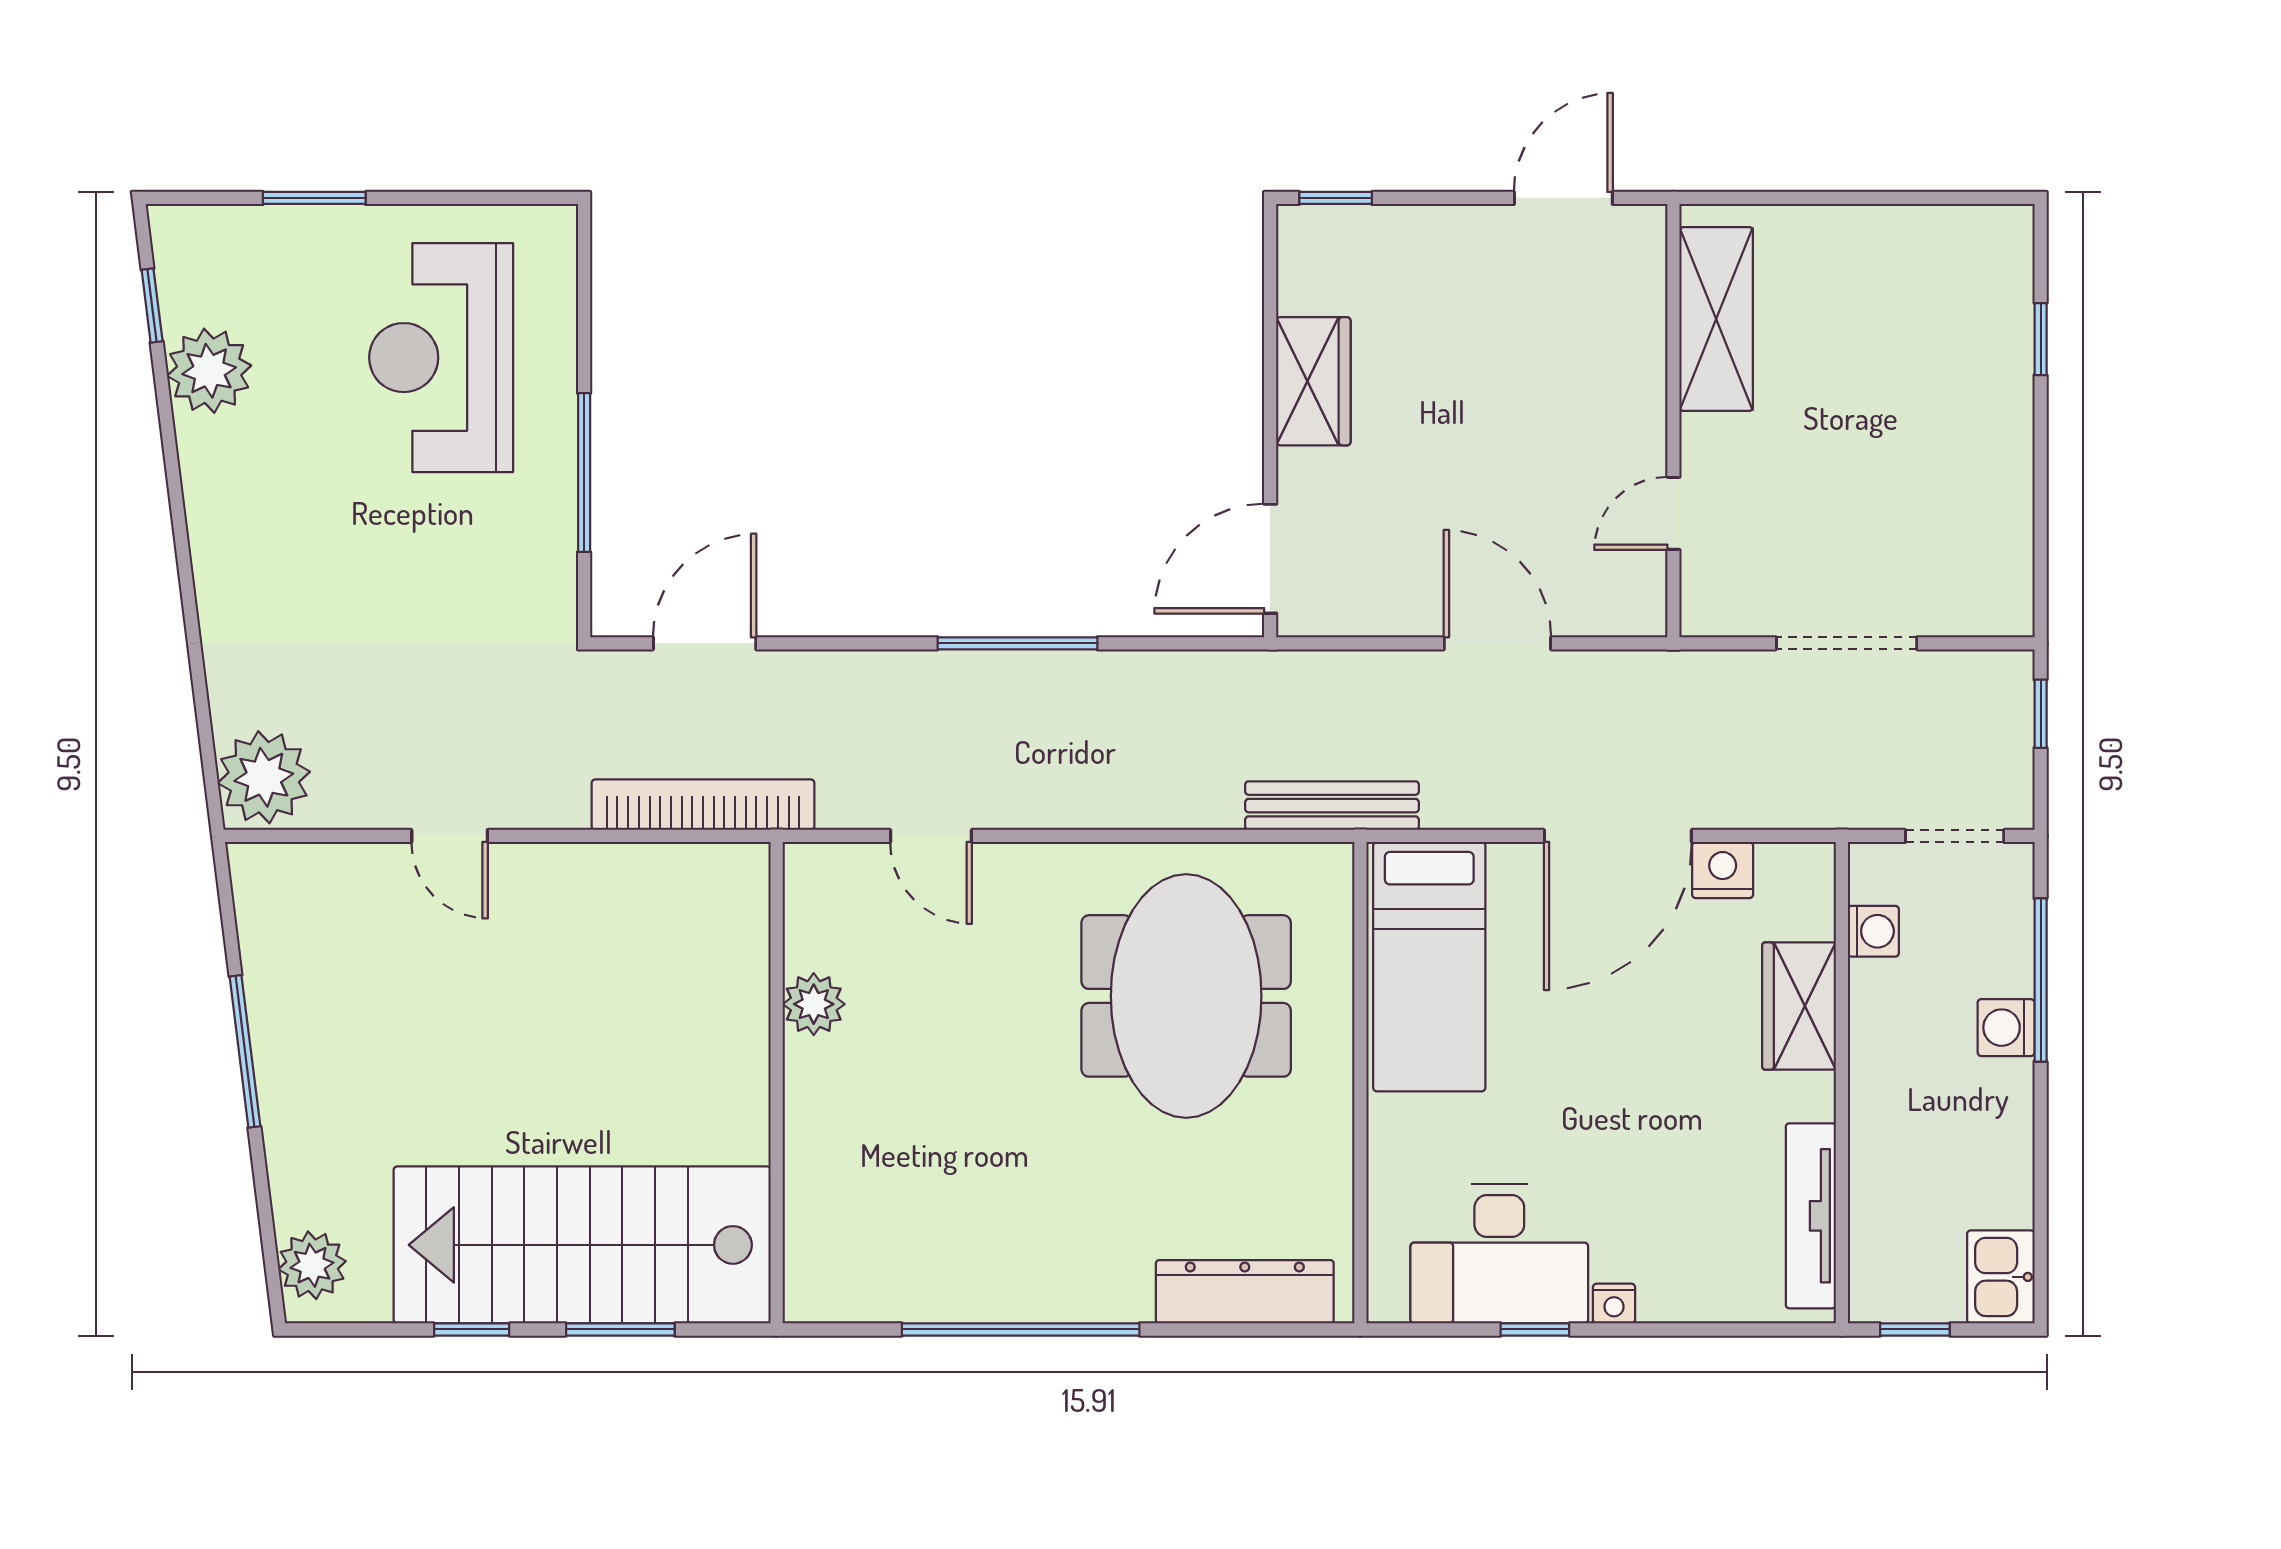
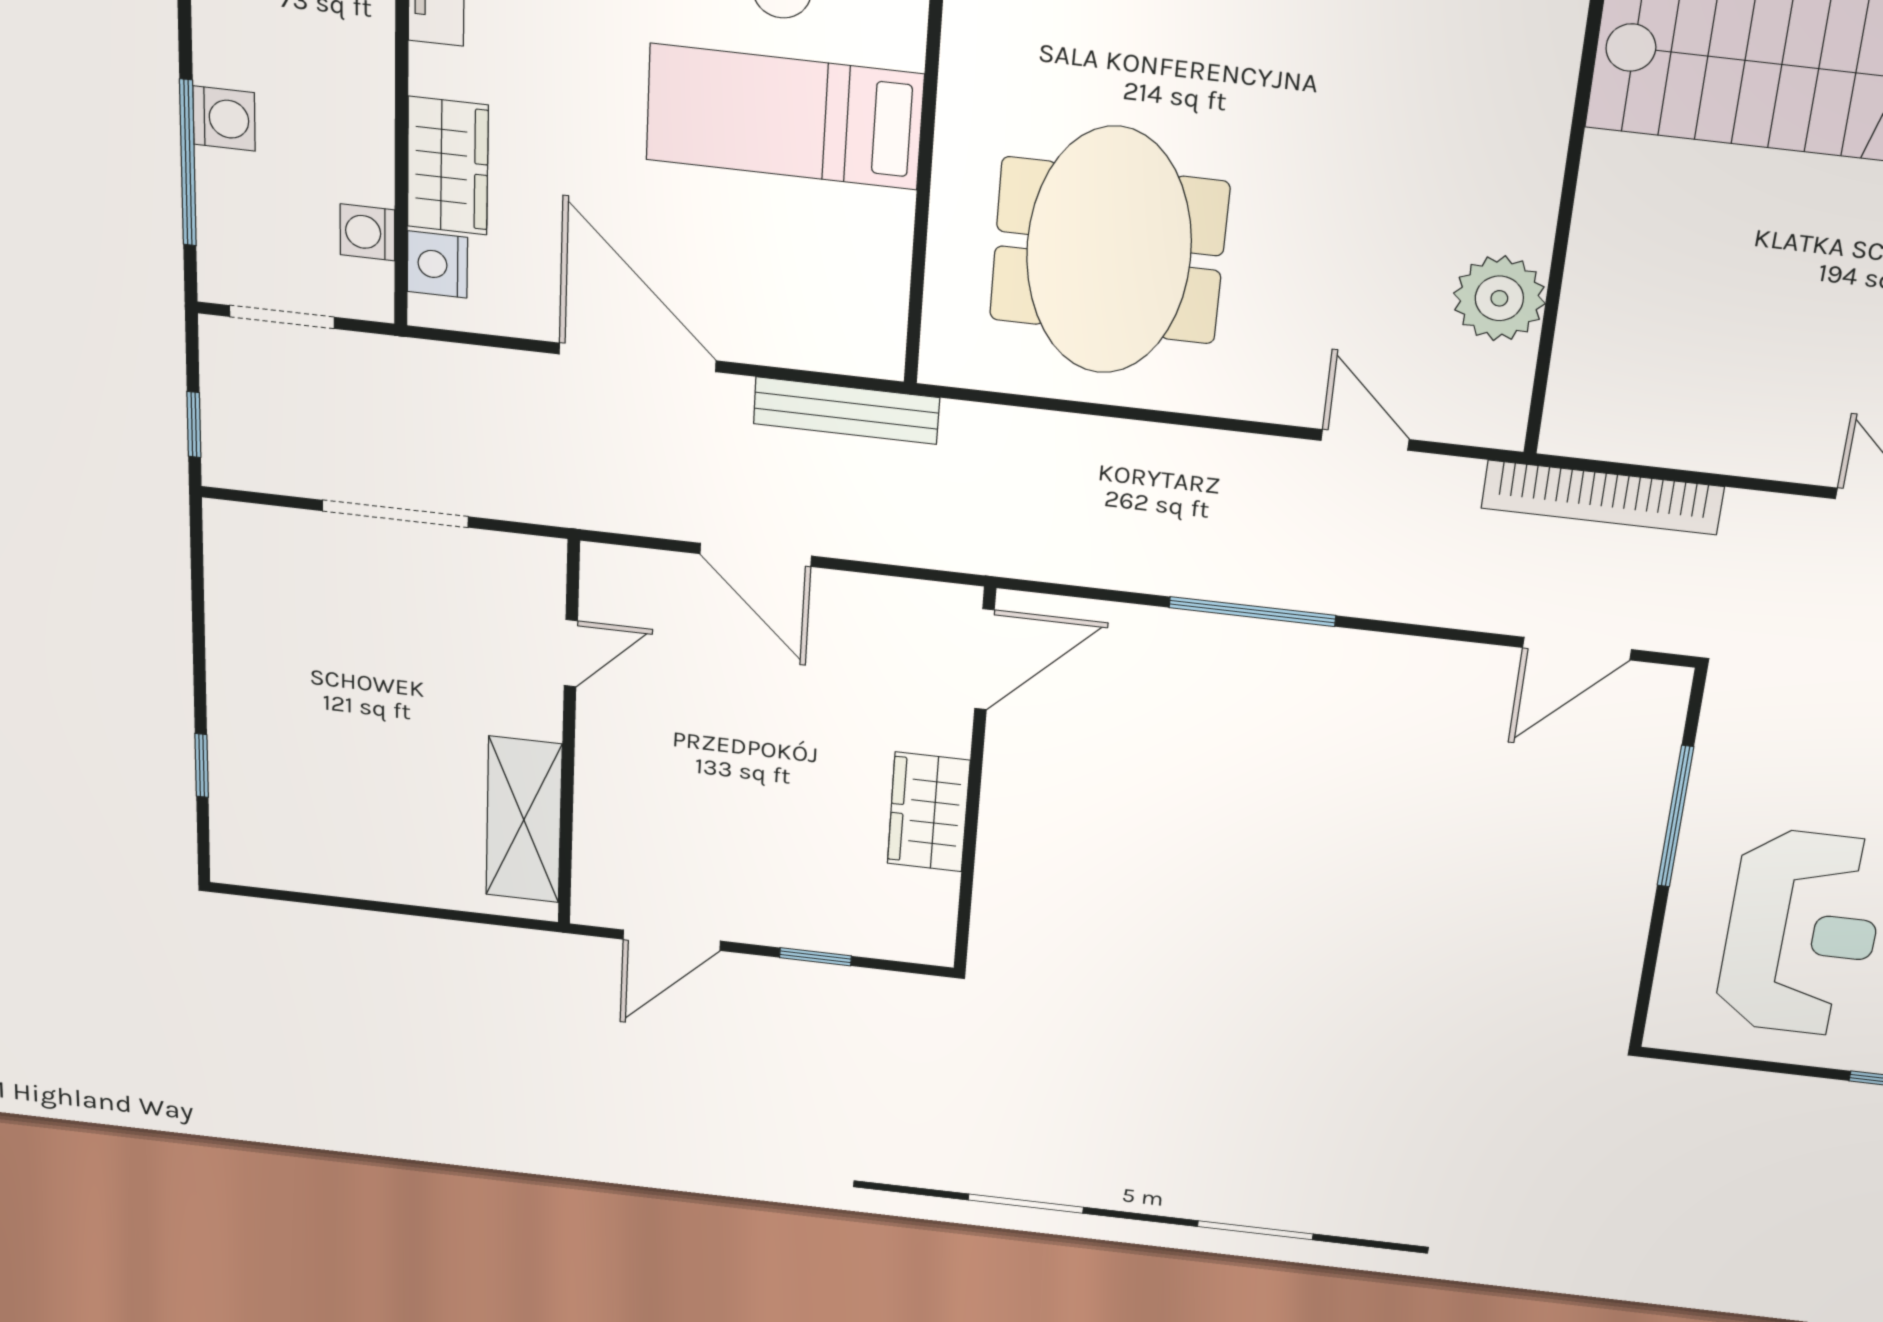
window: (1336, 198) -> (815, 957), moved
bench: (1332, 806) -> (846, 411), moved
door: (1618, 836) -> (637, 357), hinge flipped
nightstand: (1723, 870) -> (437, 264), moved, turned 90
bed: (1429, 967) -> (784, 117), moved, turned -90
plant: (814, 1004) -> (1499, 298), width x1.36, depth x1.36

